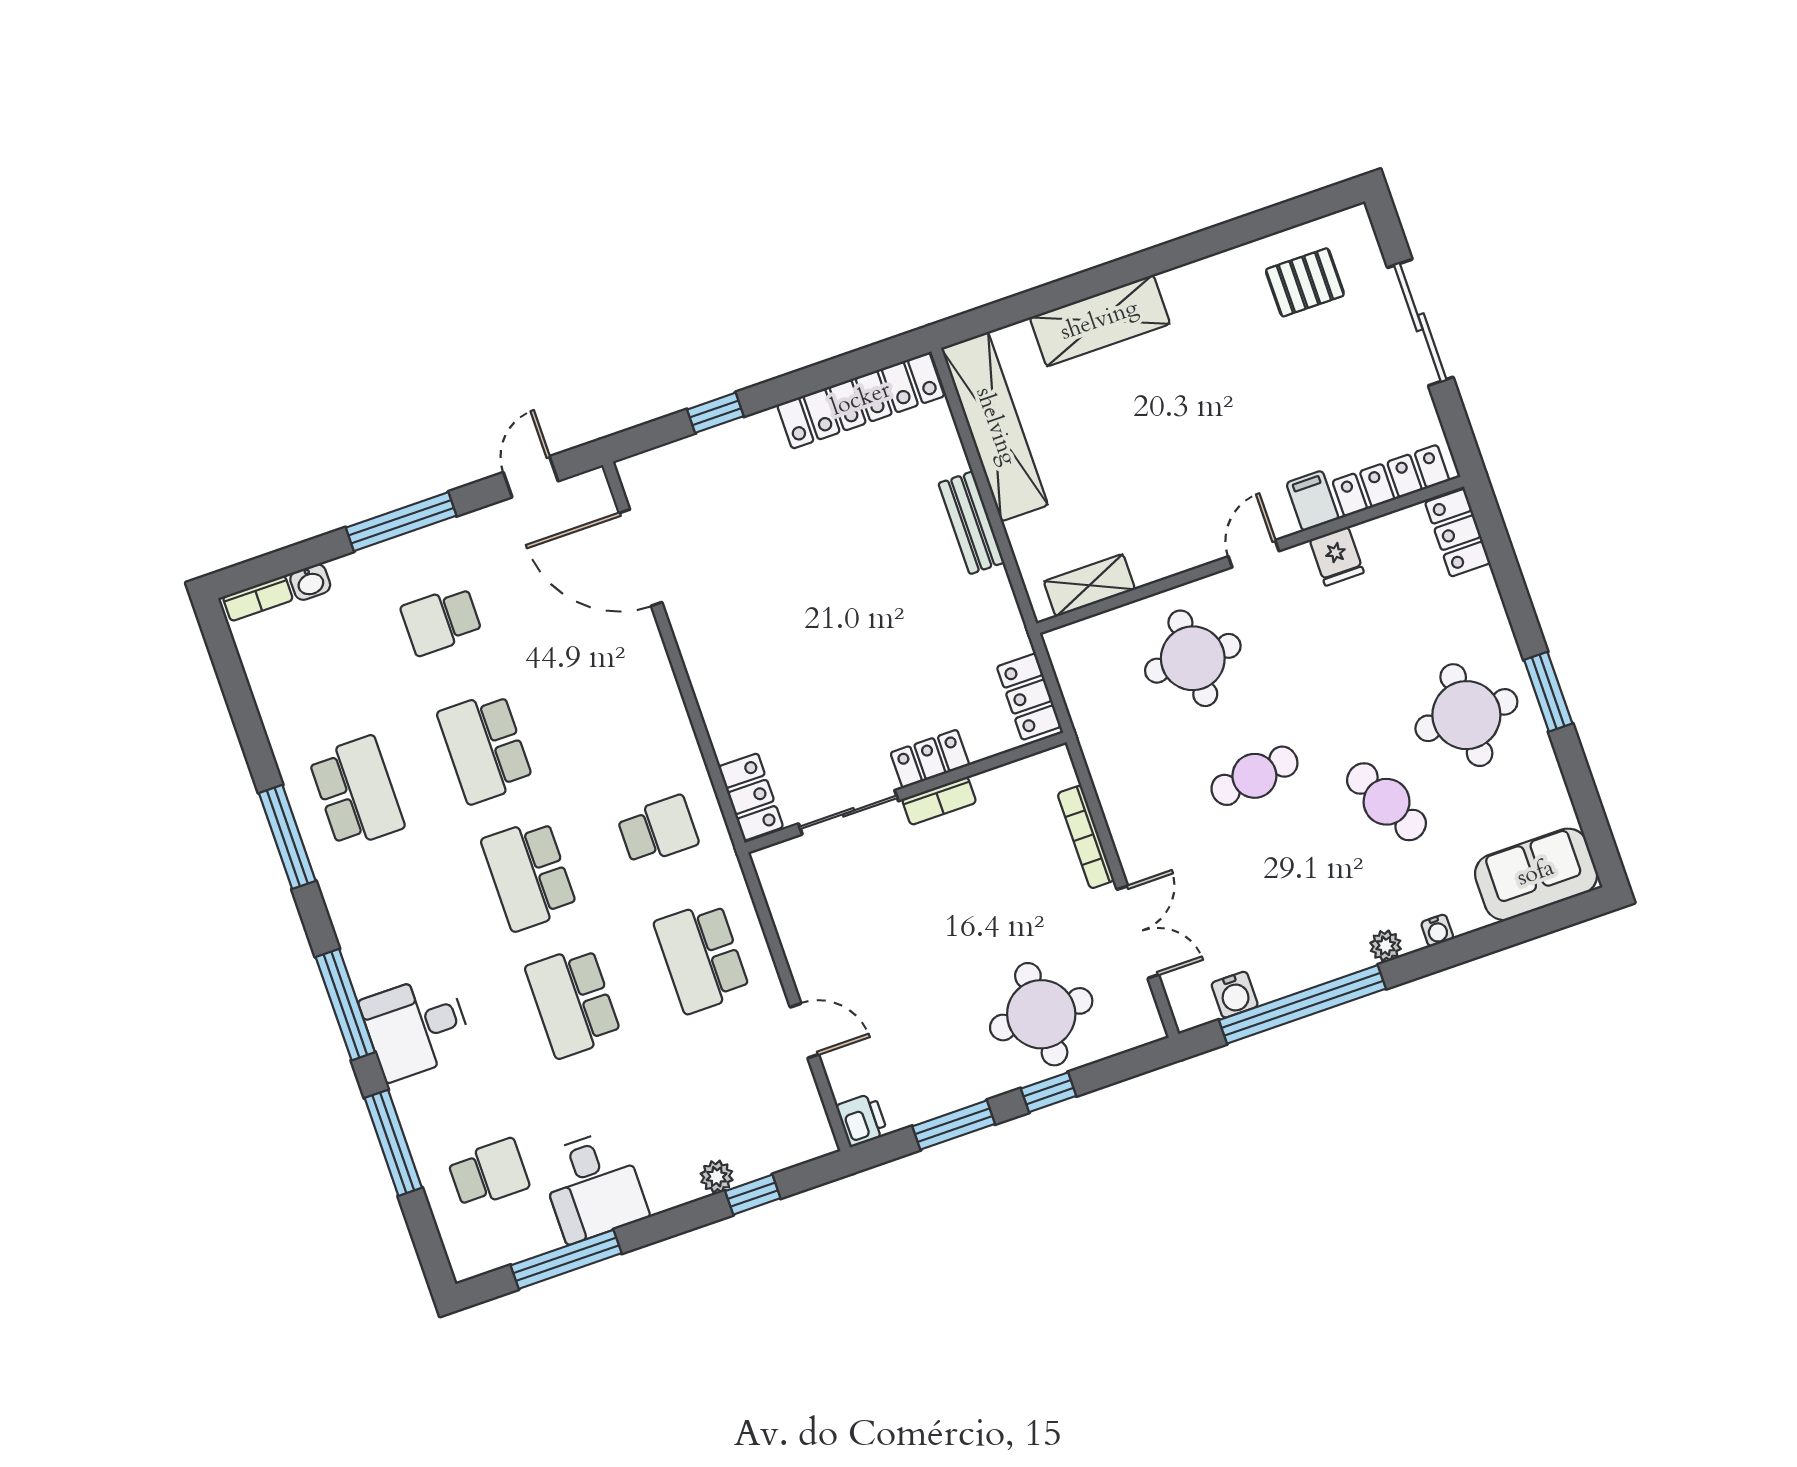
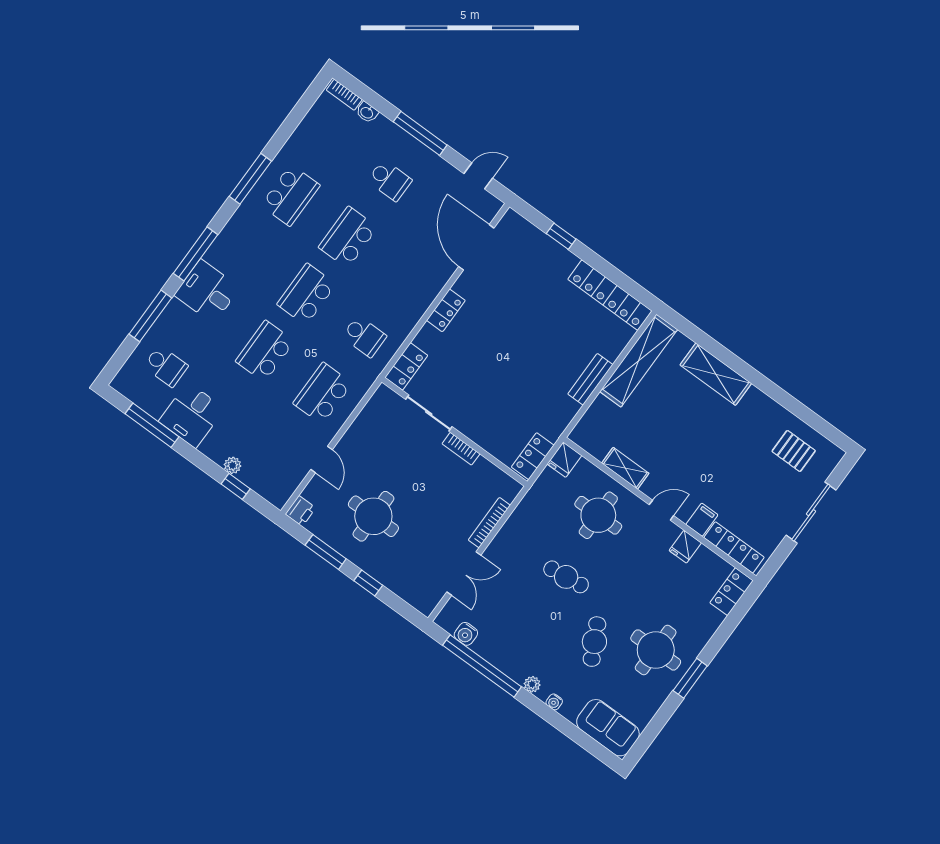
shelving: (1089, 585) -> (625, 468), moved
school desk: (441, 621) -> (390, 180), turned 180
fridge: (1069, 651) -> (564, 460), added
locker: (930, 759) -> (446, 310), moved, turned 90
round table: (1041, 1014) -> (373, 516), moved

